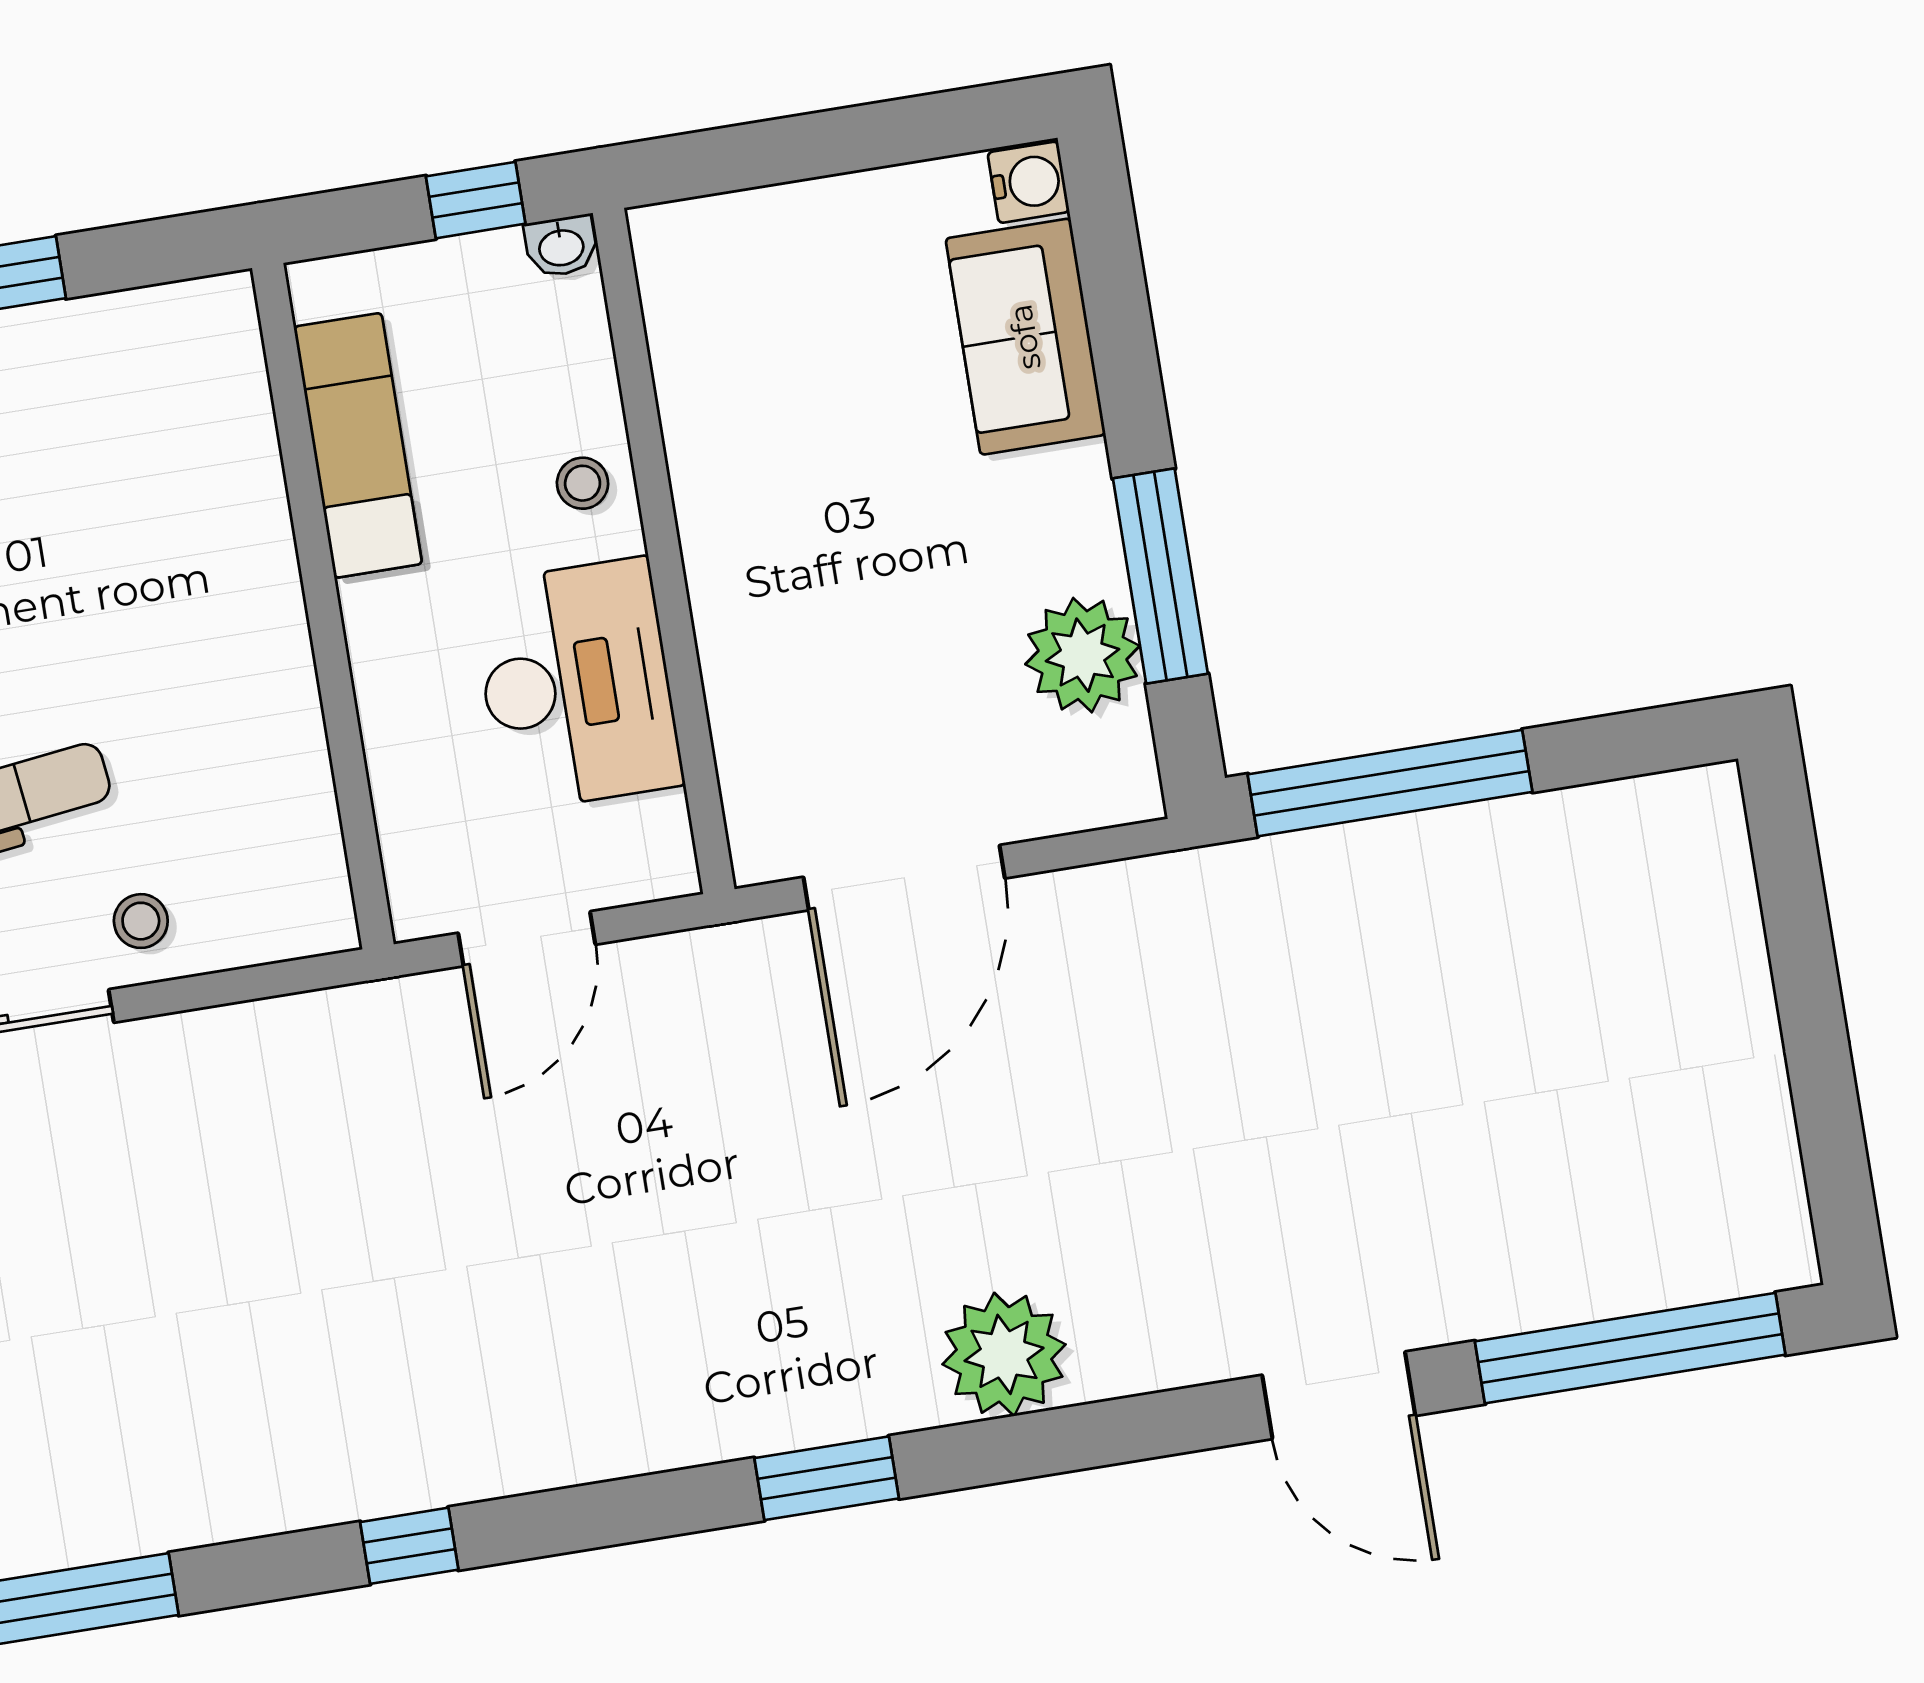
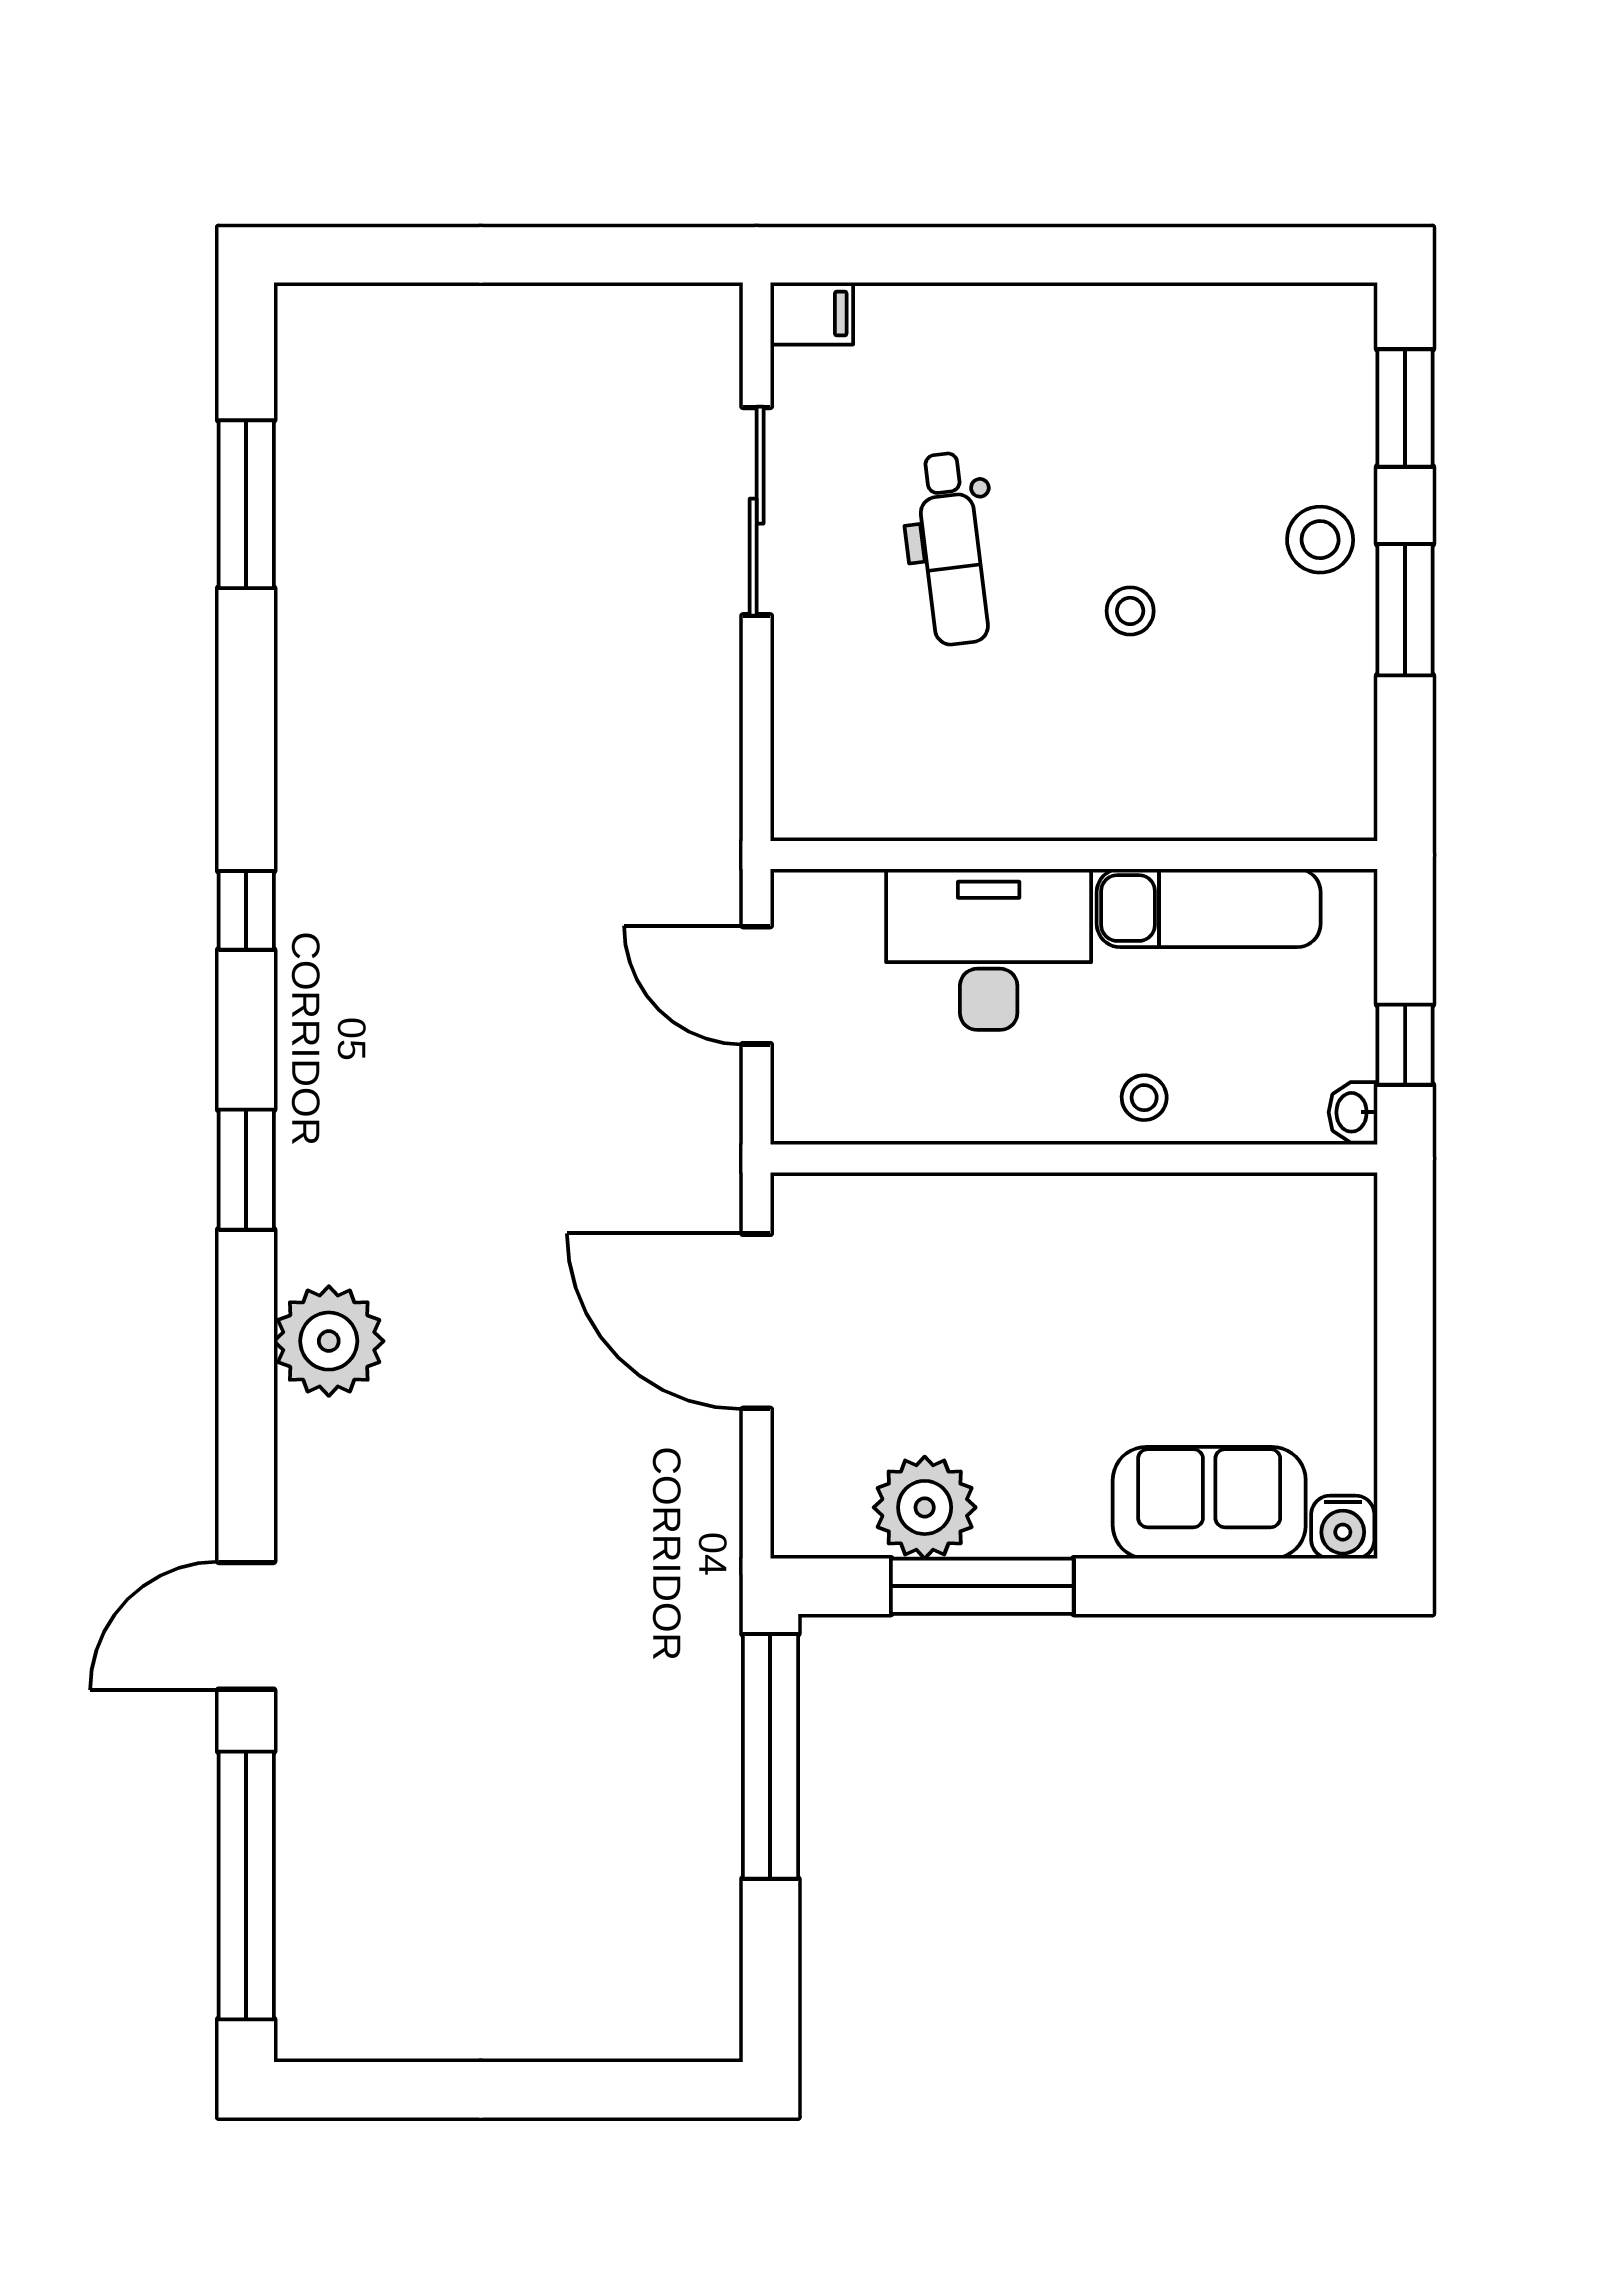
desk: (577, 685) -> (989, 949), moved, turned 180
stool: (141, 921) -> (1130, 611), moved
window: (409, 1546) -> (246, 910), moved

